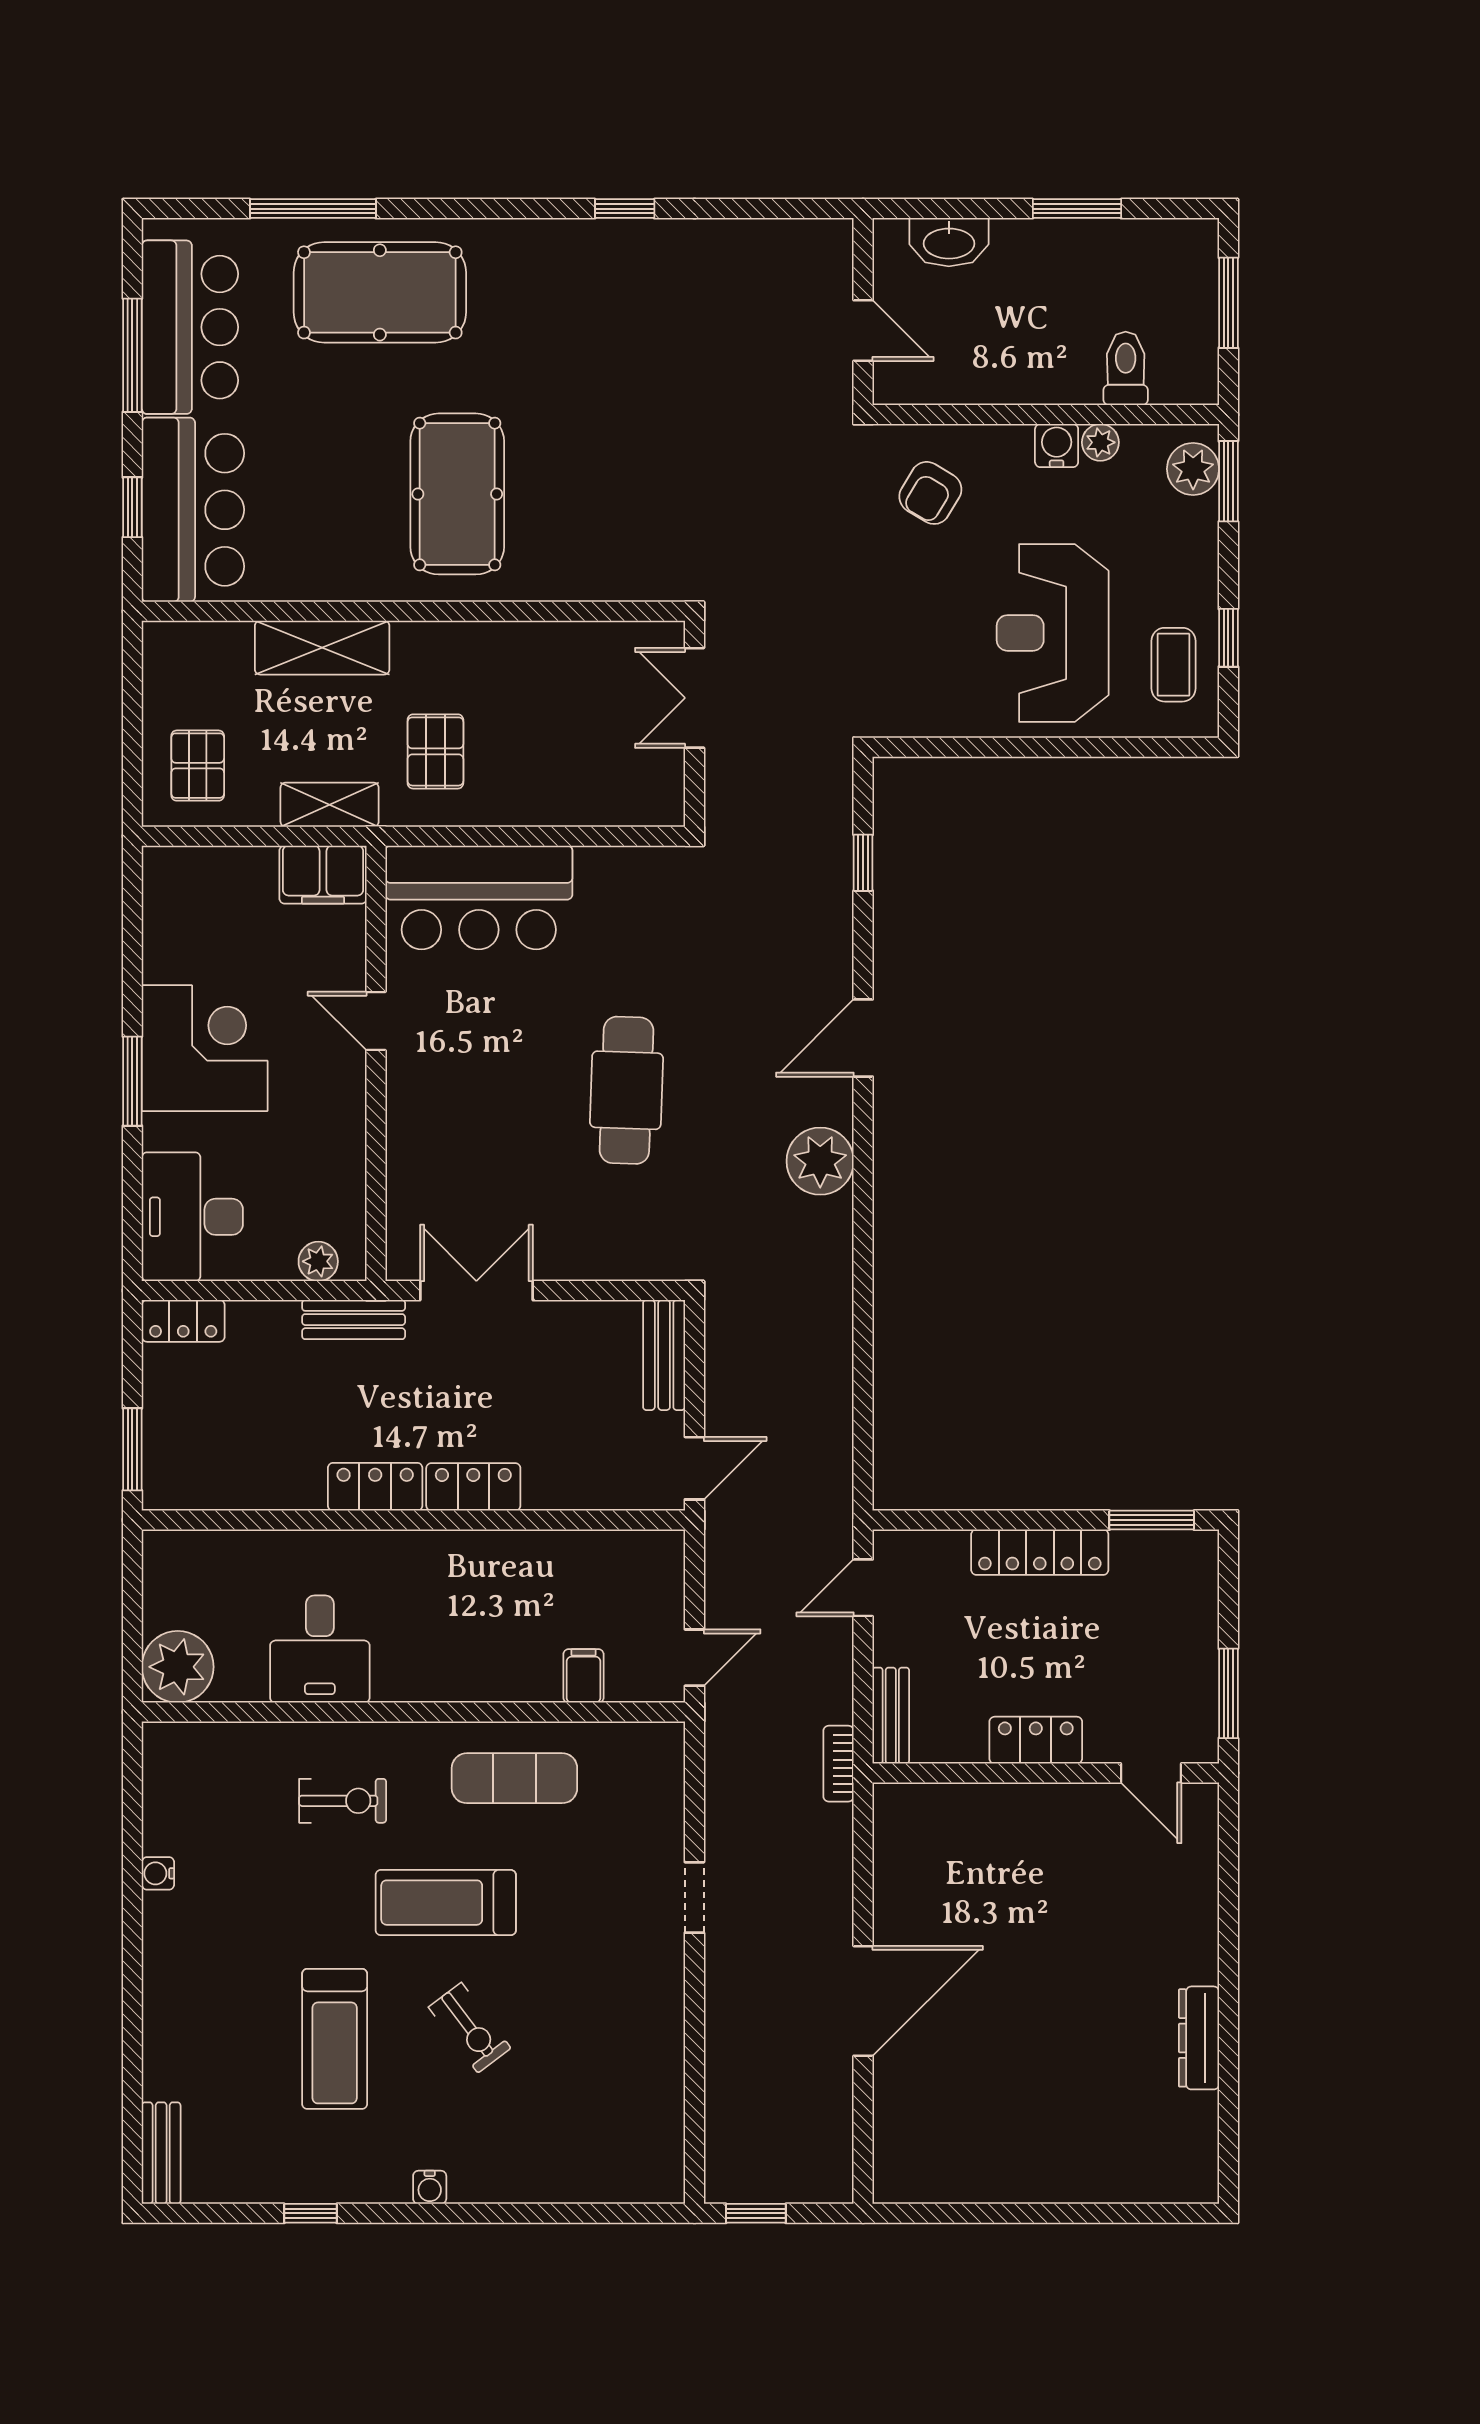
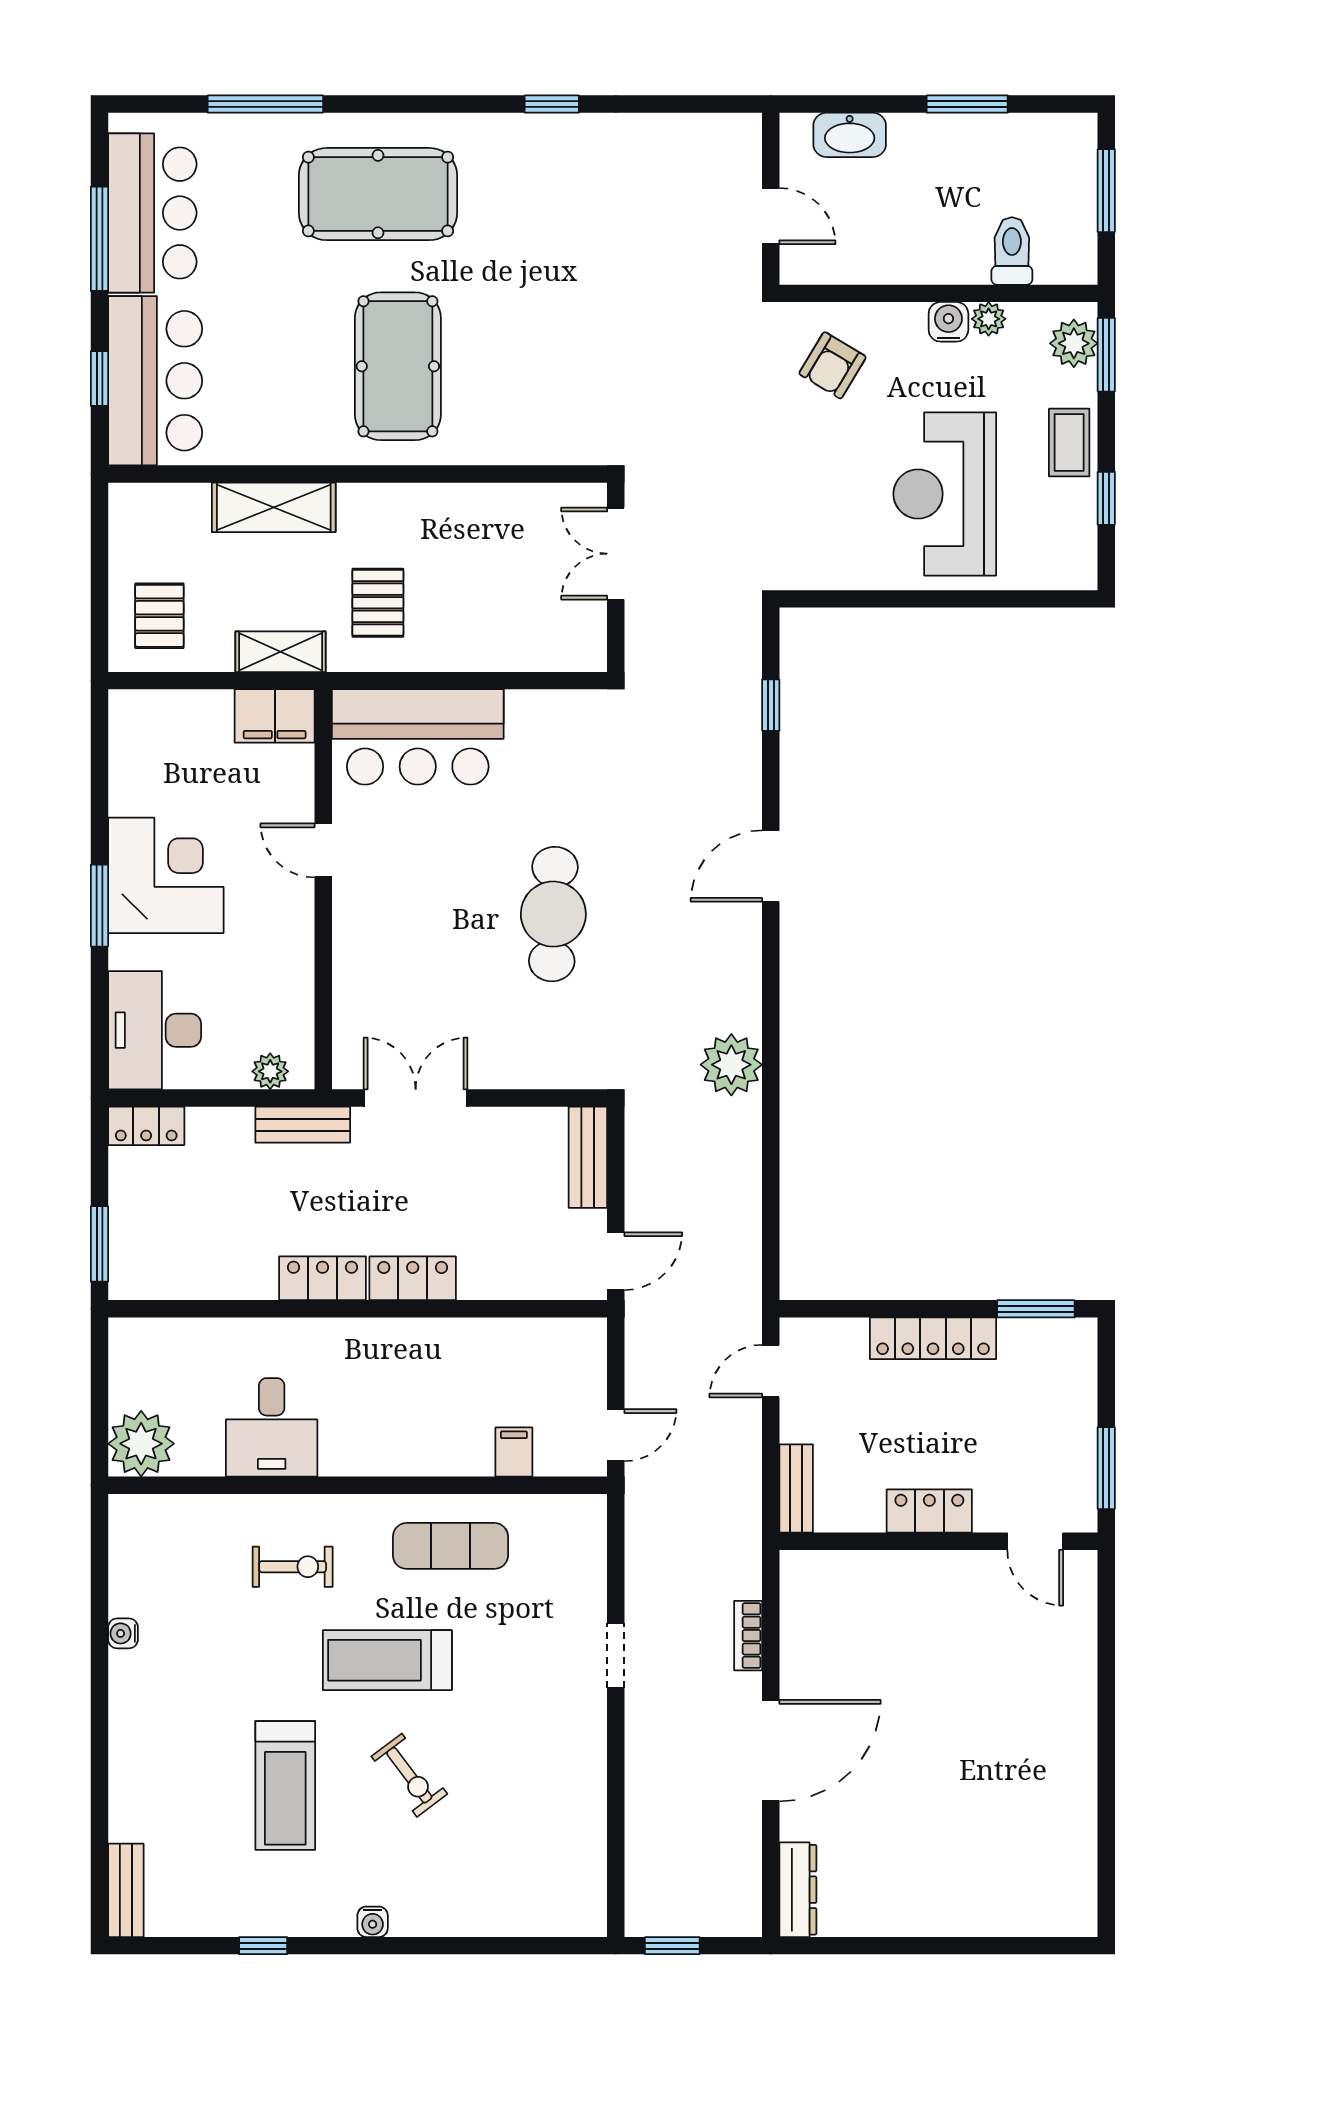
pool table: (380, 292) -> (378, 194), moved
coffee table: (1173, 665) -> (1069, 443), moved
plant: (820, 1161) -> (731, 1065), moved
bookcase: (839, 1764) -> (748, 1636), moved
dresser: (1199, 2038) -> (798, 1890), moved, turned 180

